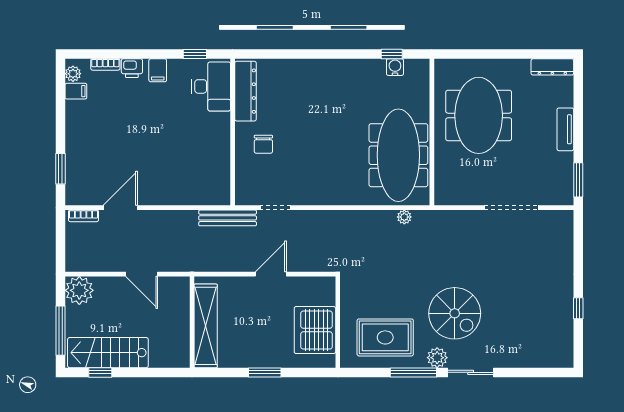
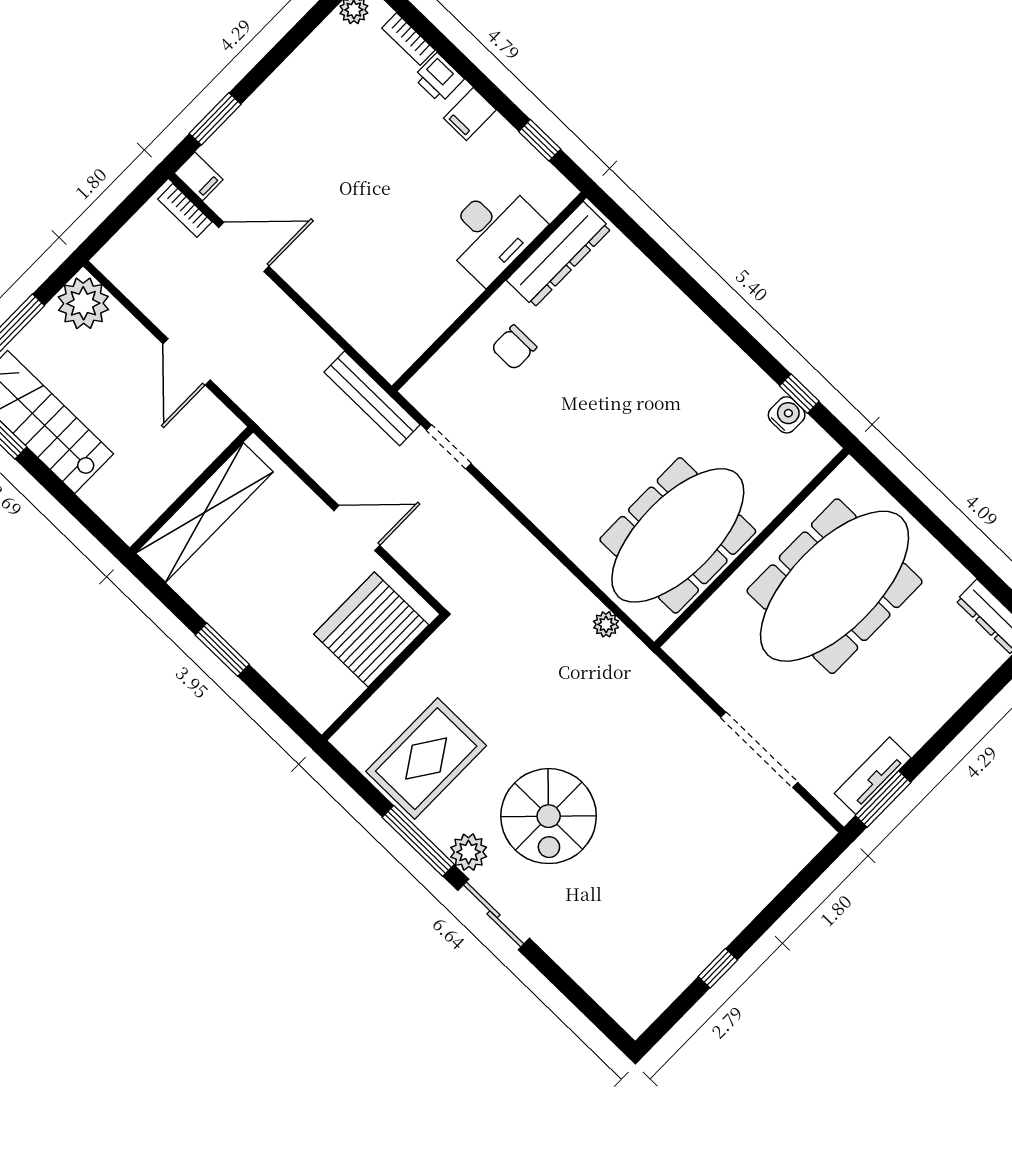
desk: (211, 86) -> (492, 232), moved
filing cabinet: (76, 91) -> (199, 176), moved
meeting table: (479, 115) -> (835, 586), width x1.36
tv unit: (565, 129) -> (873, 776), moved
server rack: (315, 330) -> (371, 629), moved
rug: (385, 337) -> (426, 759), turned 90

